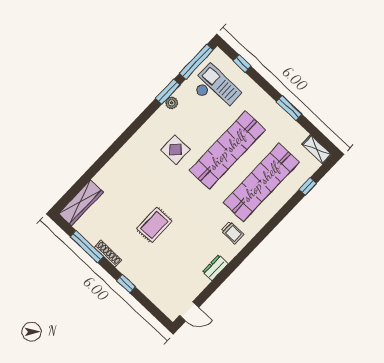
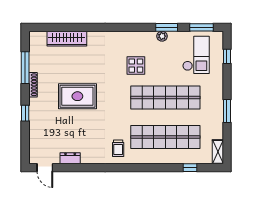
window: (196, 62) -> (202, 27), width x0.69
wardrobe: (81, 203) -> (67, 39), moved
rug: (154, 225) -> (77, 96), width x1.36, depth x1.43
dresser: (215, 268) -> (70, 158), moved

